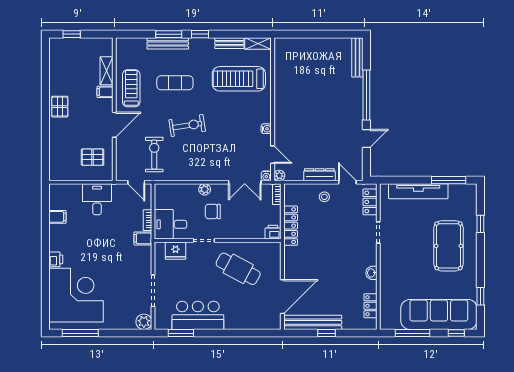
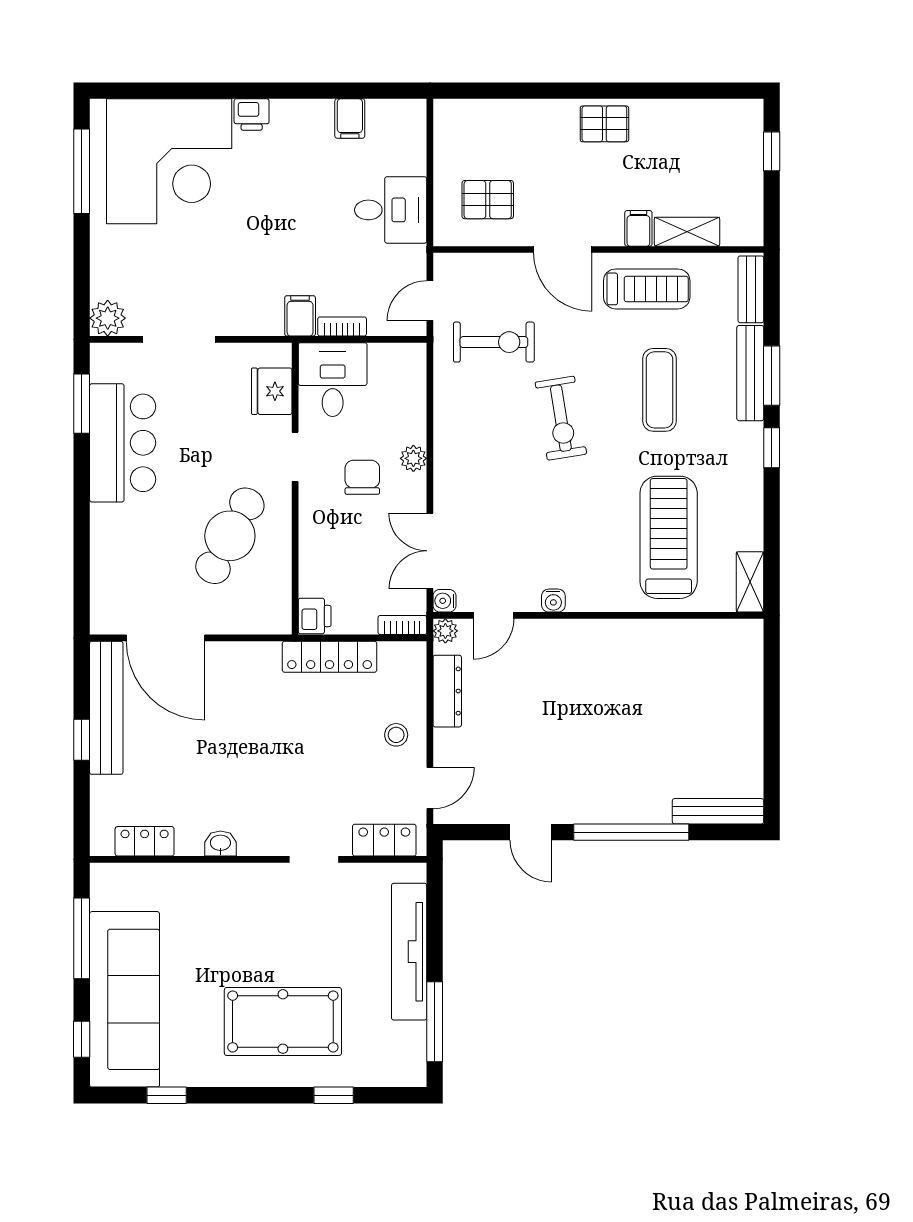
bench: (229, 43) -> (751, 289), moved
pallet: (93, 157) -> (488, 200), turned 90
dresser: (319, 175) -> (447, 691), moved

